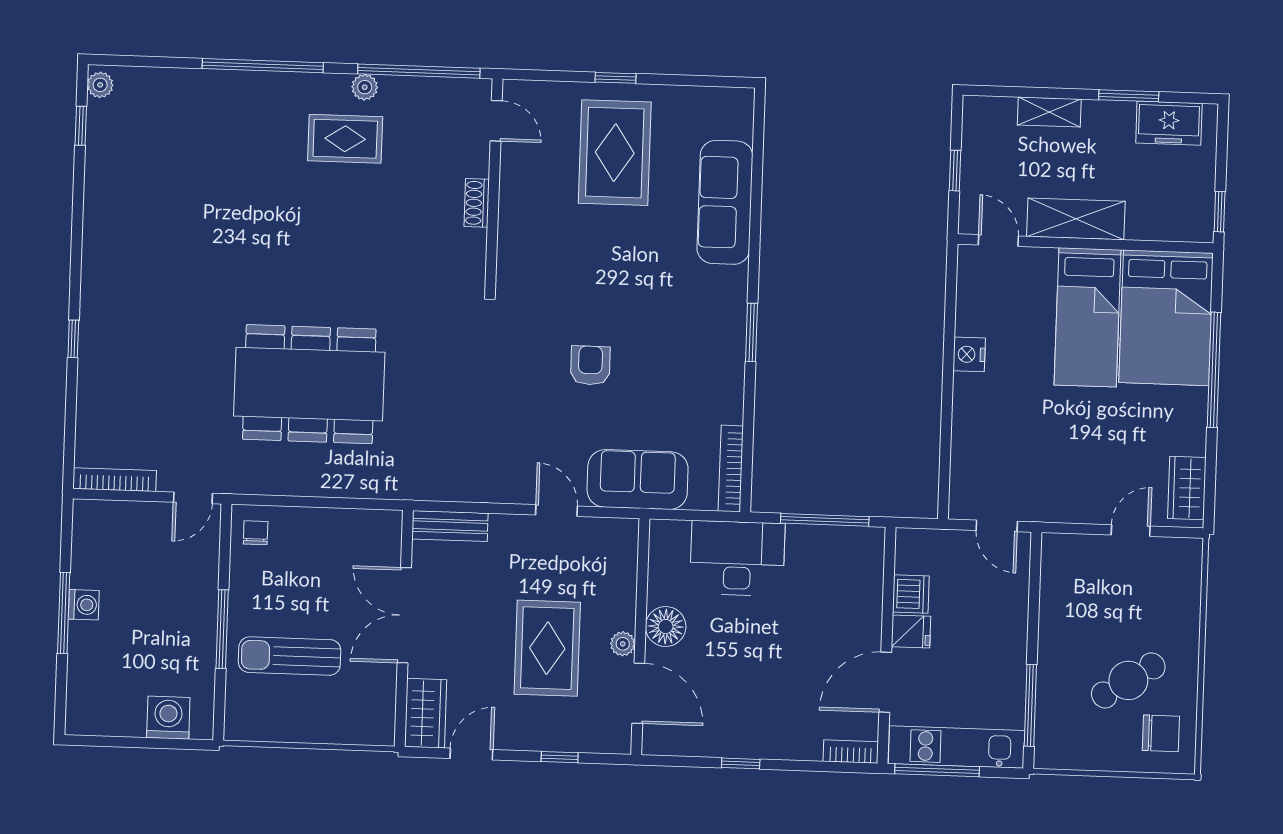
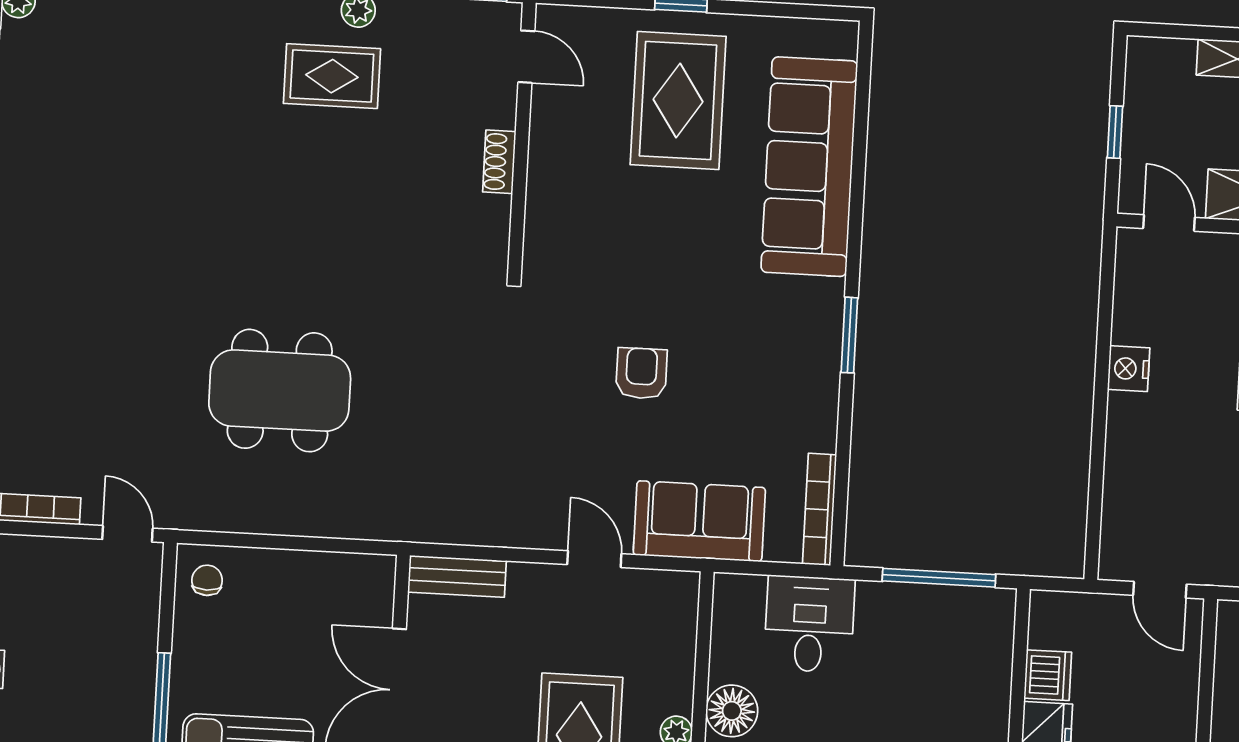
sofa: (725, 202) -> (809, 167), width x1.36, depth x1.27
dining table: (309, 384) -> (280, 391), width x0.73, depth x0.80
door: (193, 498) -> (127, 534), swing flipped
desk: (737, 558) -> (809, 624), width x0.73

